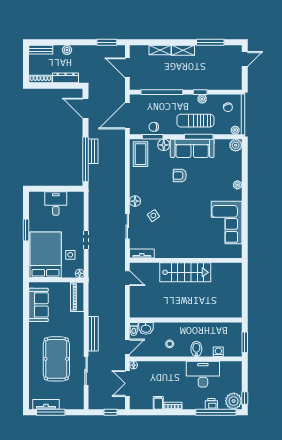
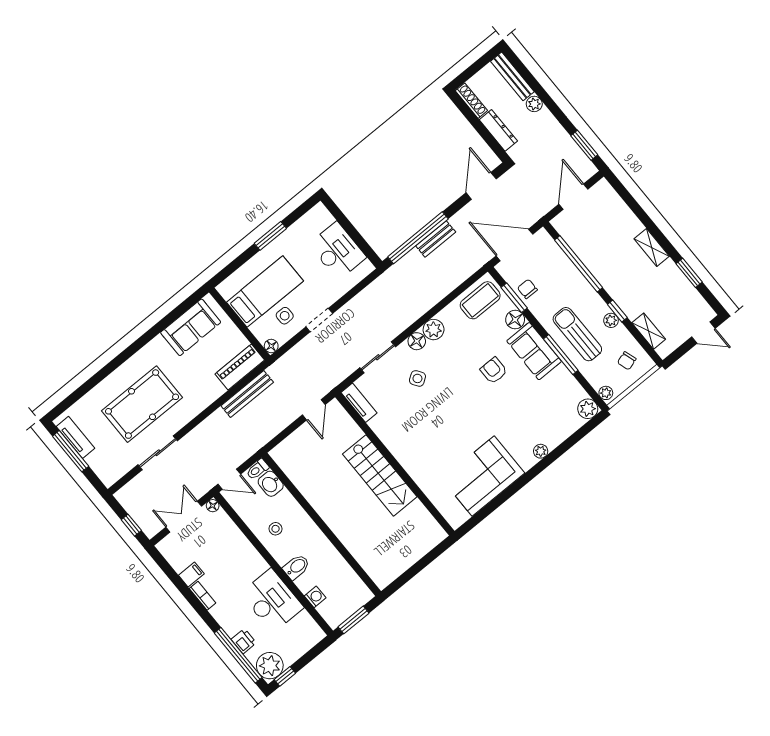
window: (210, 42) -> (689, 273), width x0.69
bench: (41, 50) -> (512, 76), width x1.36
shelving: (160, 50) -> (649, 331), moved
sofa: (192, 148) -> (534, 351), width x0.73
plant: (136, 188) -> (434, 330), added
desk: (56, 203) -> (337, 251), width x1.37
bed: (46, 255) -> (265, 292), width x0.67
bench: (93, 334) -> (247, 394), moved

